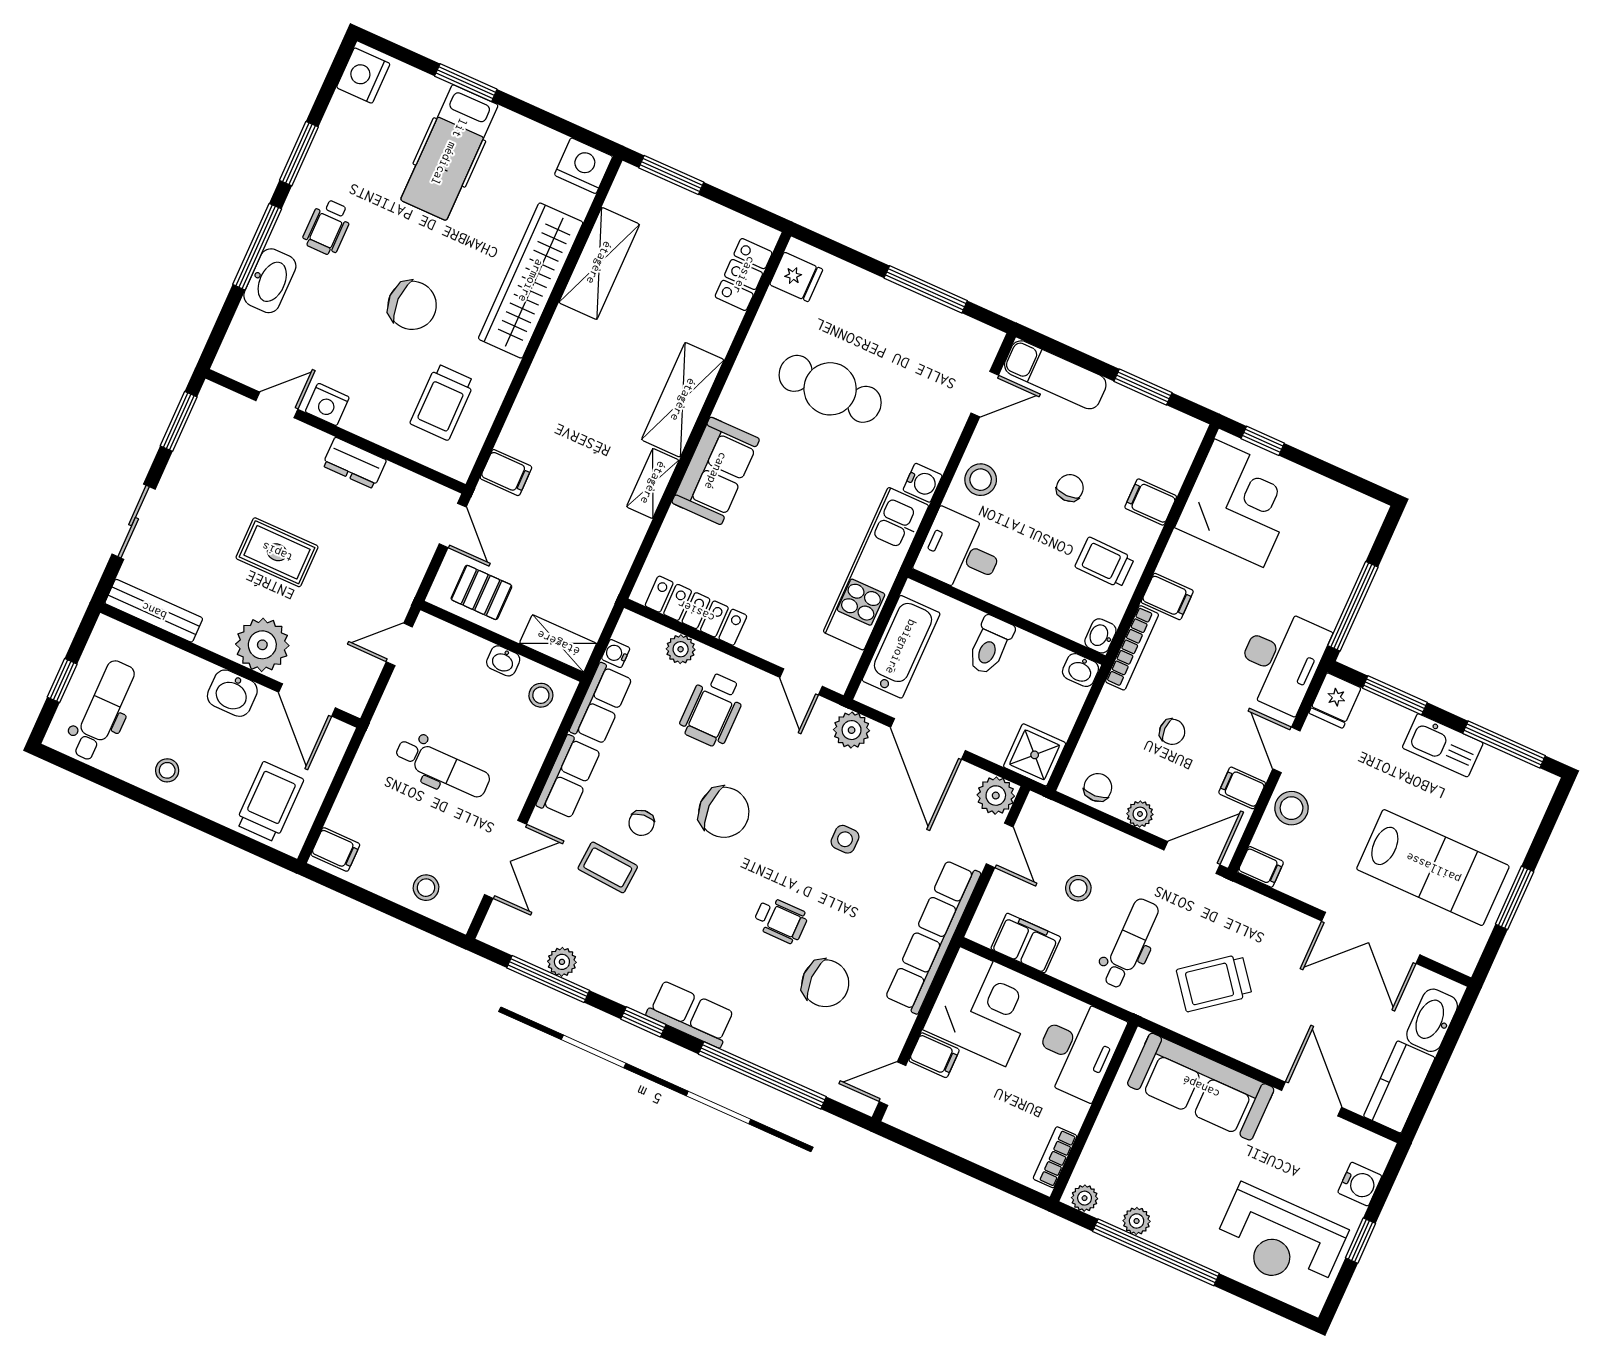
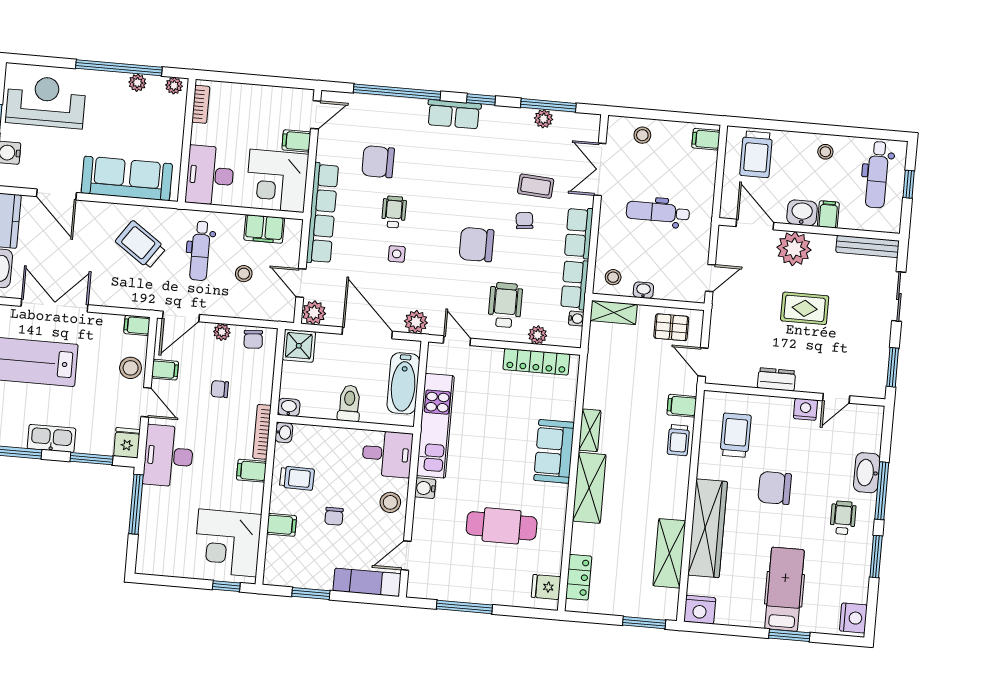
trolley: (528, 424) -> (678, 440), added
filing cabinet: (195, 677) -> (828, 214), added
wheelchair: (780, 920) -> (394, 212), moved, turned 90
trolley: (1214, 983) -> (141, 245), turned -107

